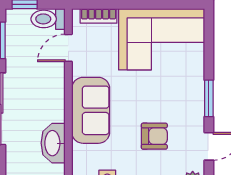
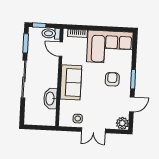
door: (68, 48) -> (61, 49), hinge flipped
armchair: (154, 136) -> (112, 79), moved, turned -90

